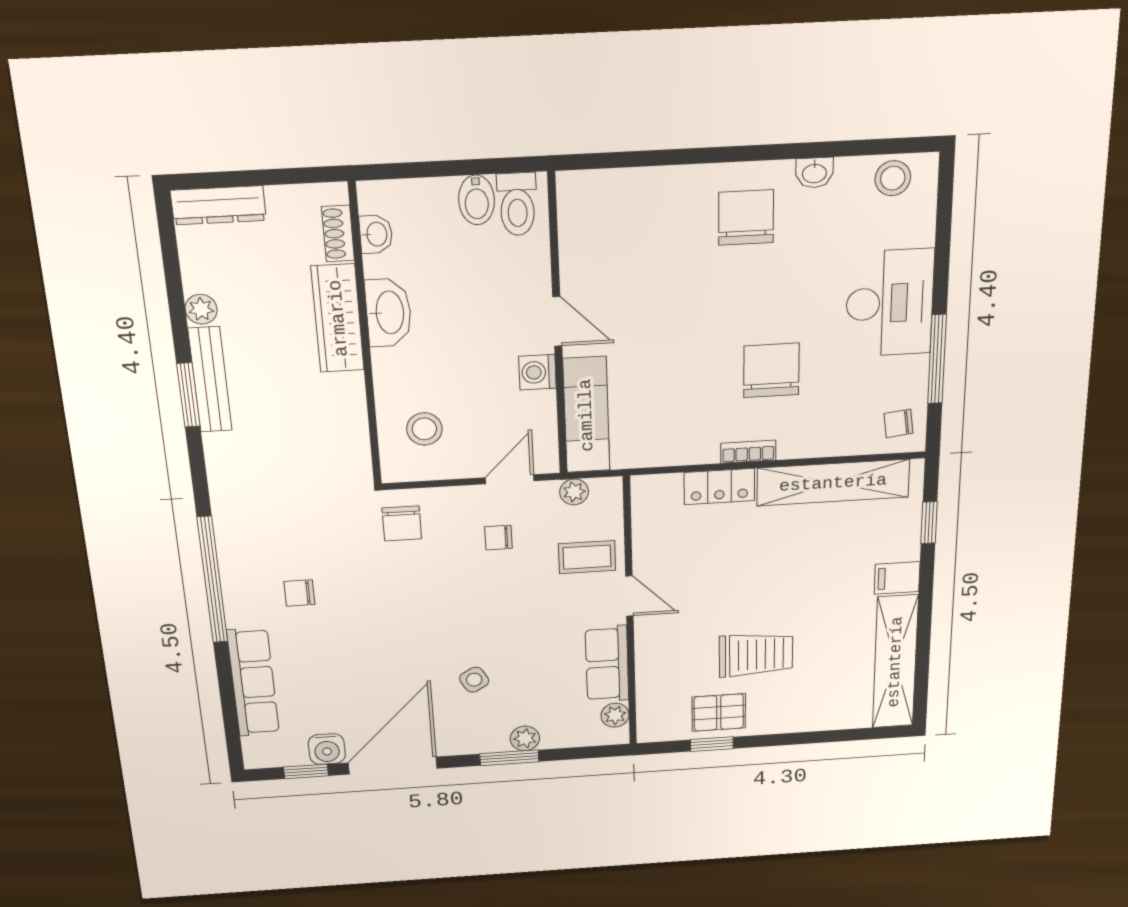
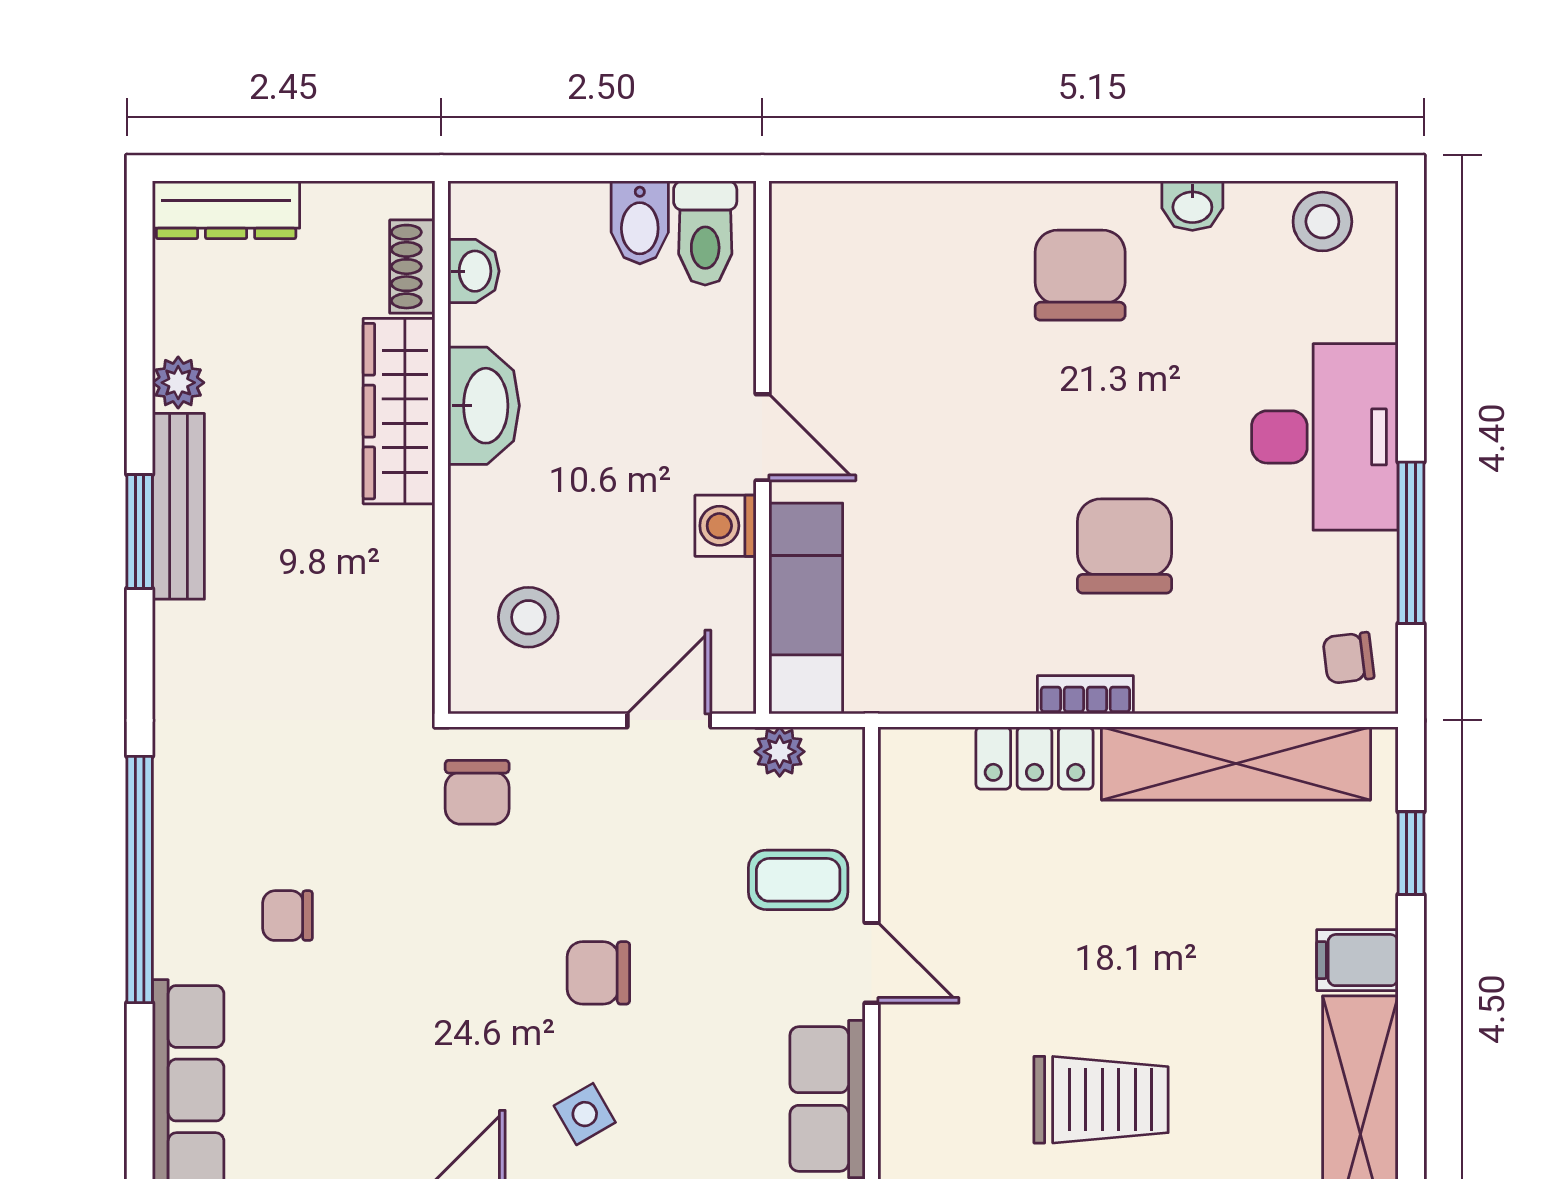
chair: (498, 538) -> (598, 973), moved, width x1.37, depth x1.37

